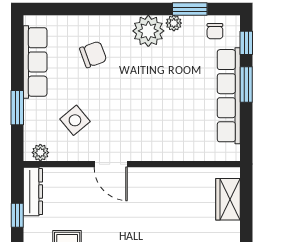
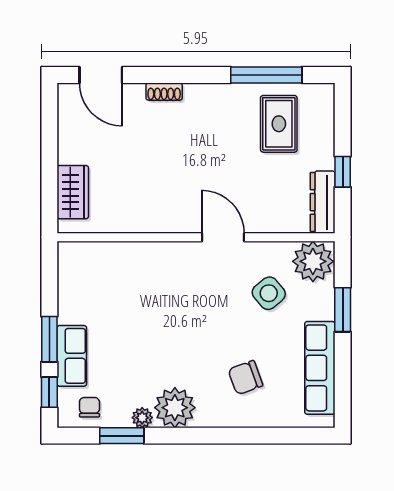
row of seats: (229, 96) -> (72, 356), width x0.50
plant: (40, 153) -> (313, 261), width x1.88, depth x1.88

